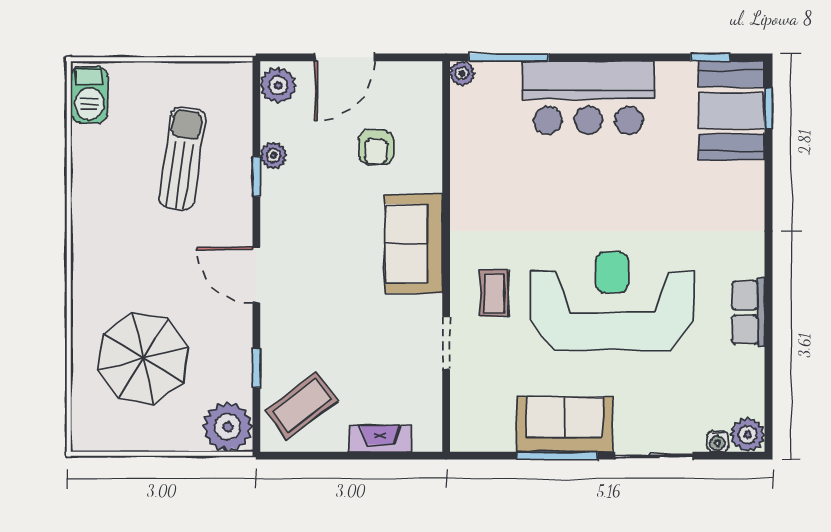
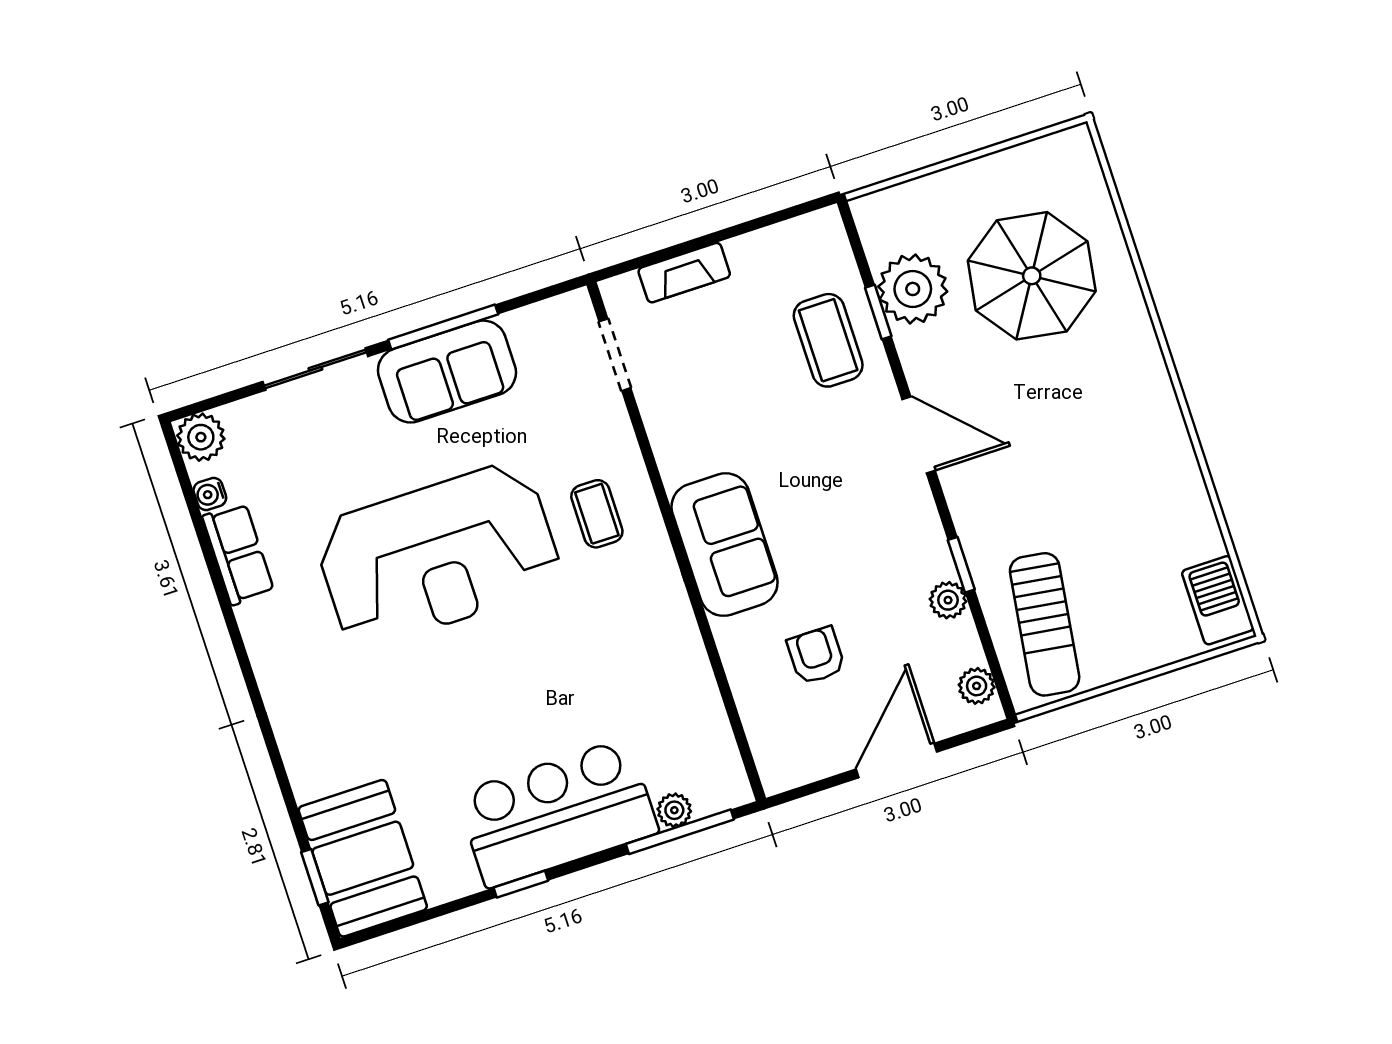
window: (710, 57) -> (521, 884), moved
plant: (462, 73) -> (674, 810), moved
plant: (278, 85) -> (977, 686), width x0.73, depth x0.73
sun lounger: (182, 159) -> (1045, 624), moved
row of seats: (748, 312) -> (238, 554), moved
doorway: (446, 343) -> (615, 355), moved
coffee table: (302, 405) -> (828, 340), moved, turned -53
plant: (228, 427) -> (913, 289), moved
water cooler: (717, 441) -> (210, 494), moved, turned -90

